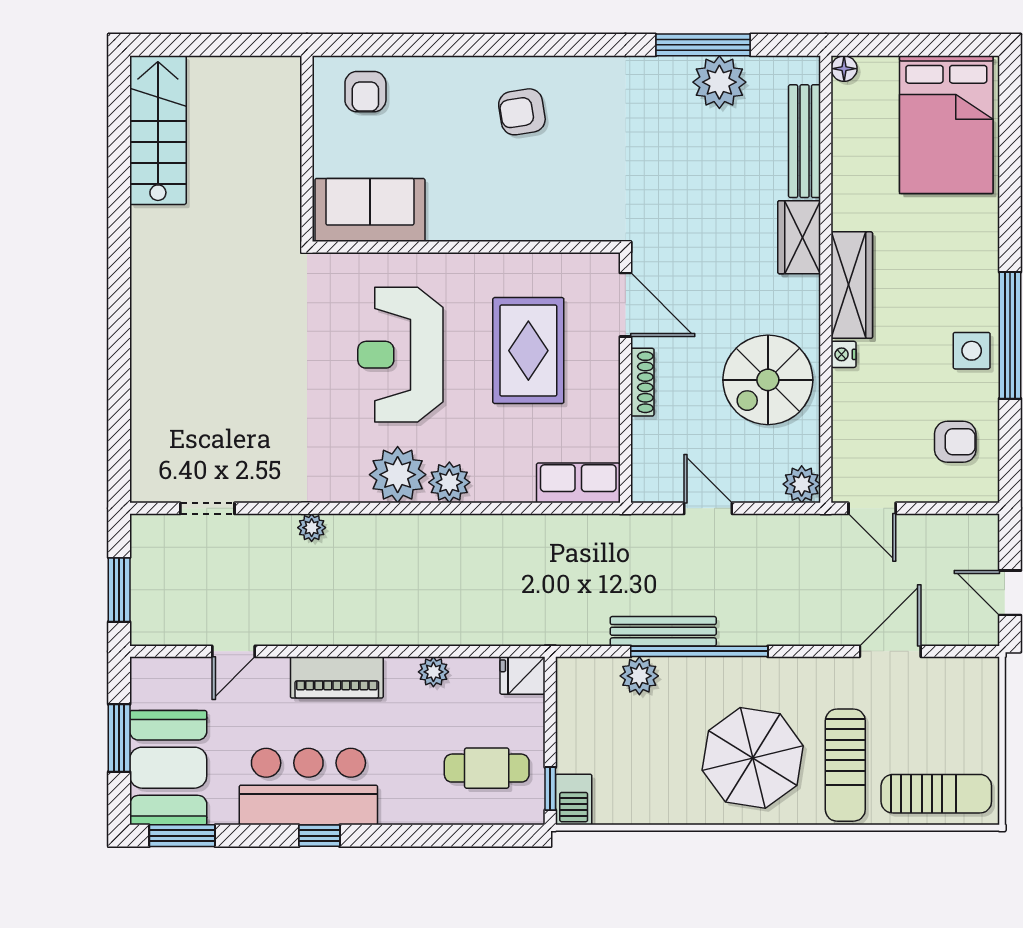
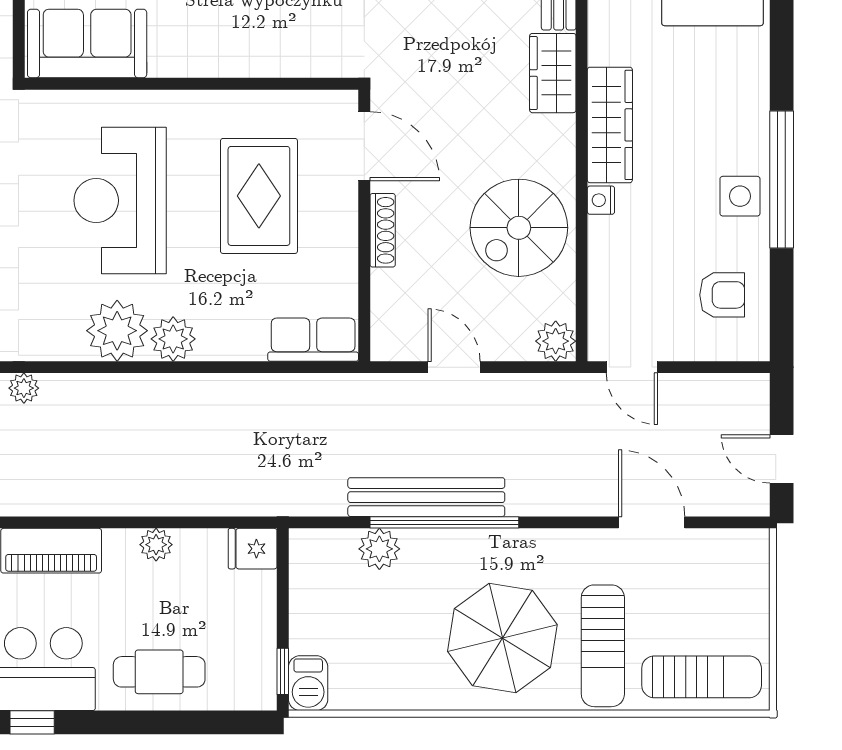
bench: (663, 631) -> (426, 497), width x1.37, depth x1.21
door: (890, 651) -> (652, 522), hinge flipped
cafe table: (487, 768) -> (159, 672), moved

